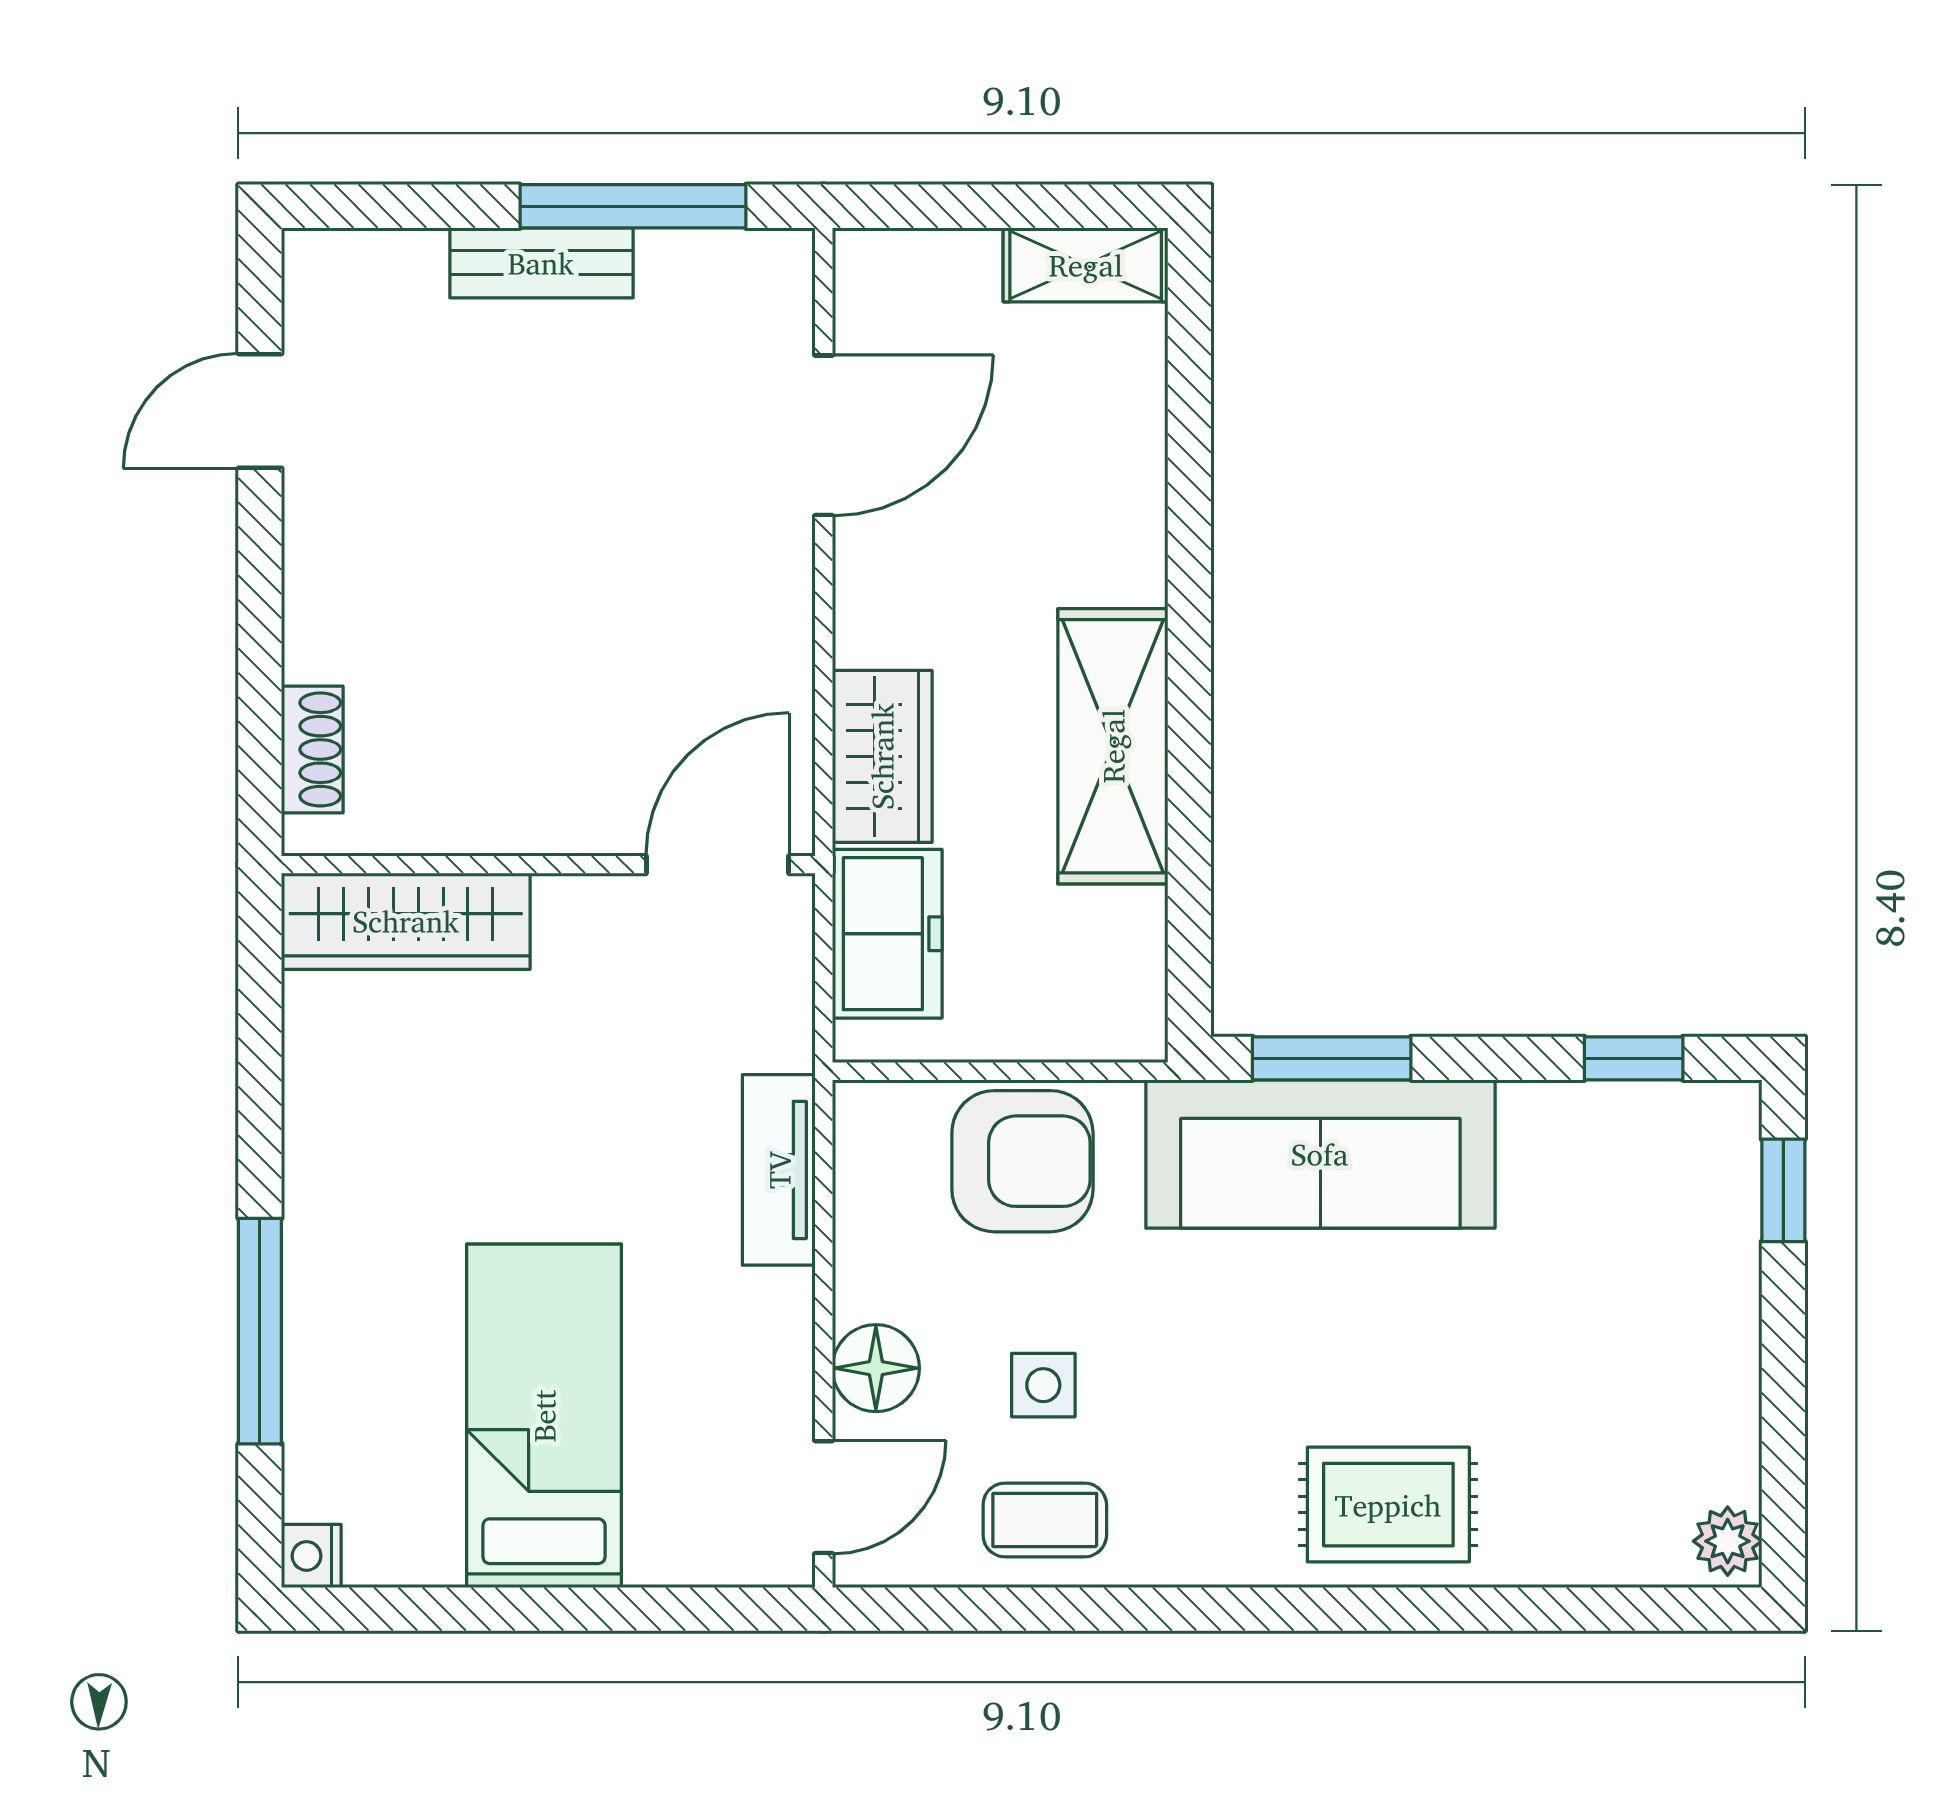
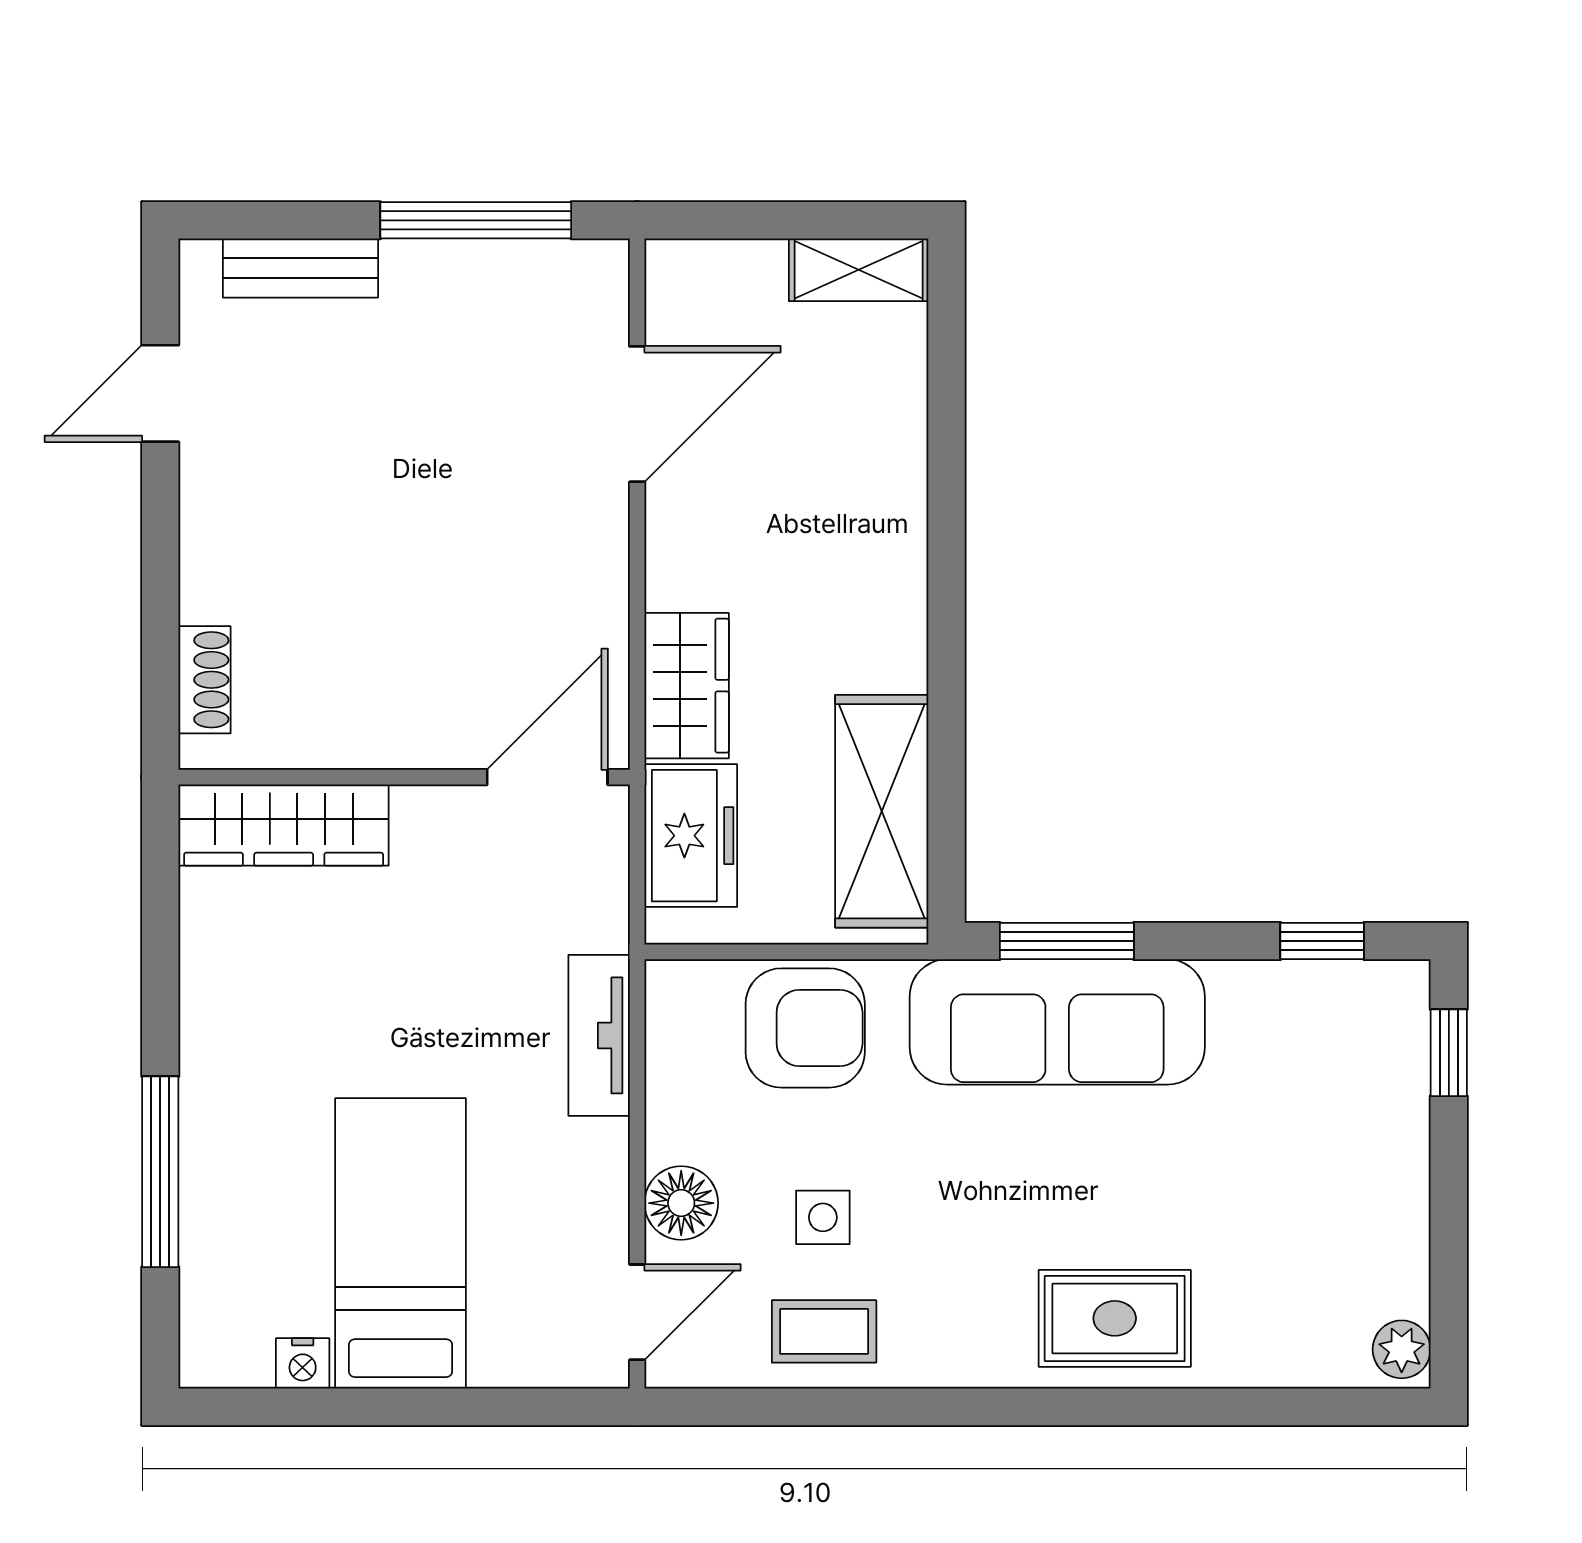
bench: (541, 263) -> (300, 268), moved
shelving: (1113, 746) -> (882, 811), moved
nightstand: (311, 1556) -> (303, 1363), moved, turned -90

